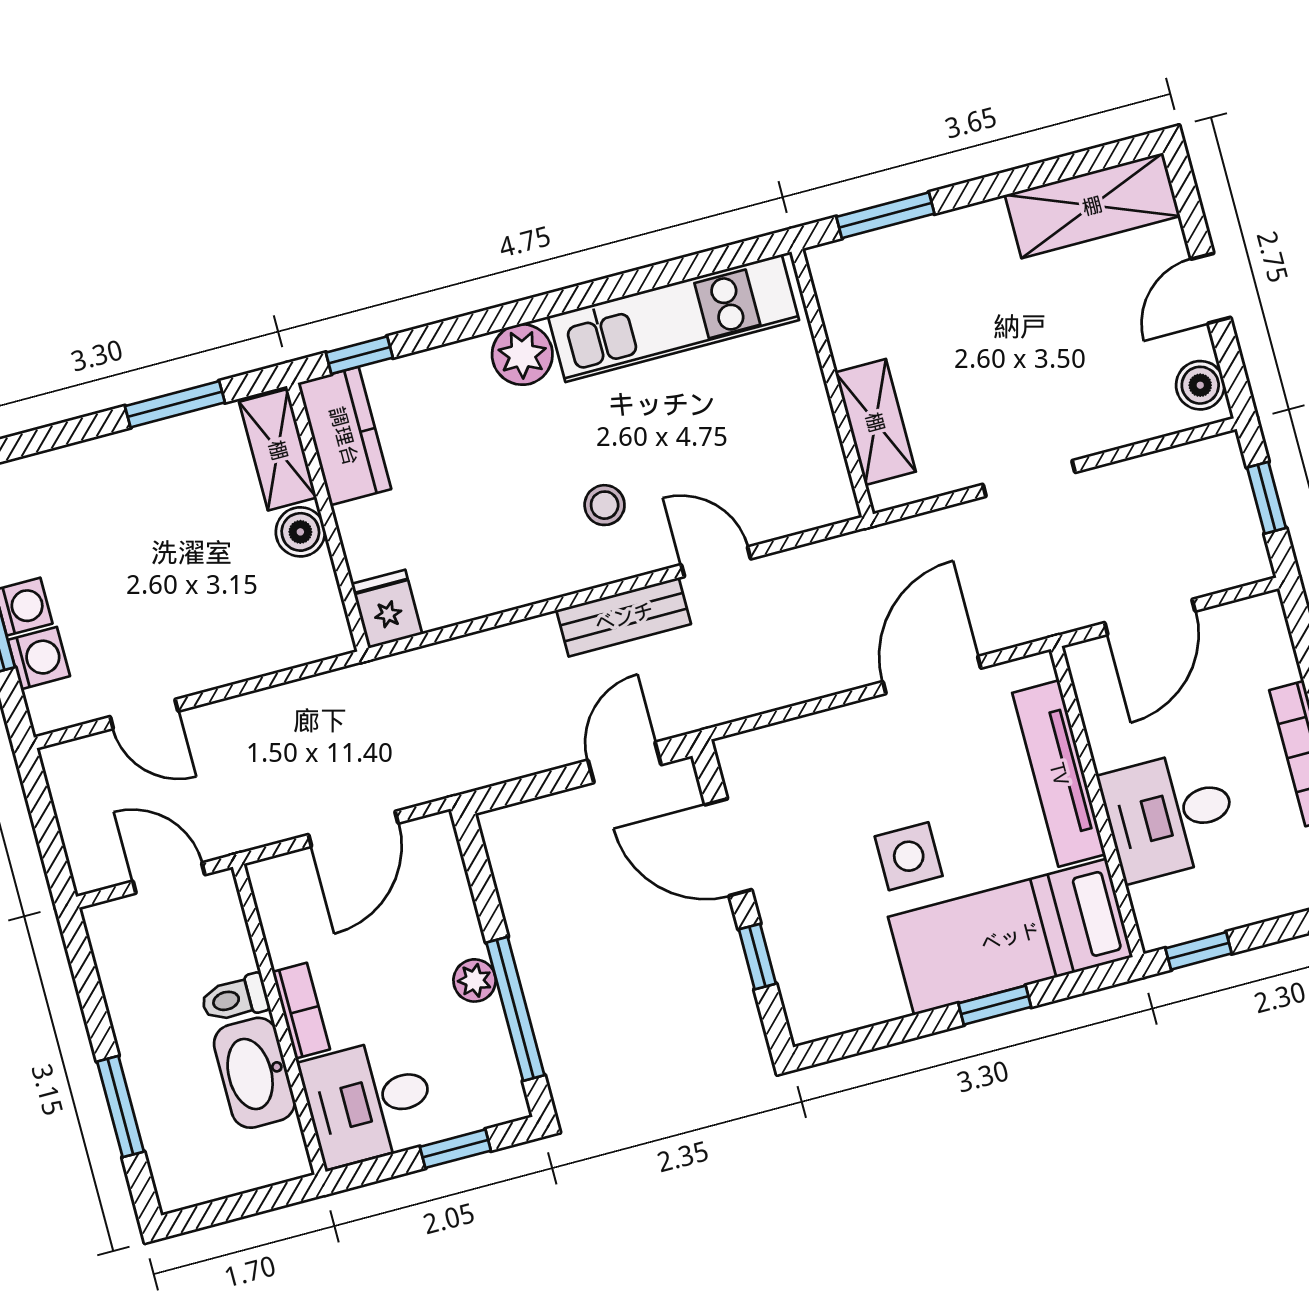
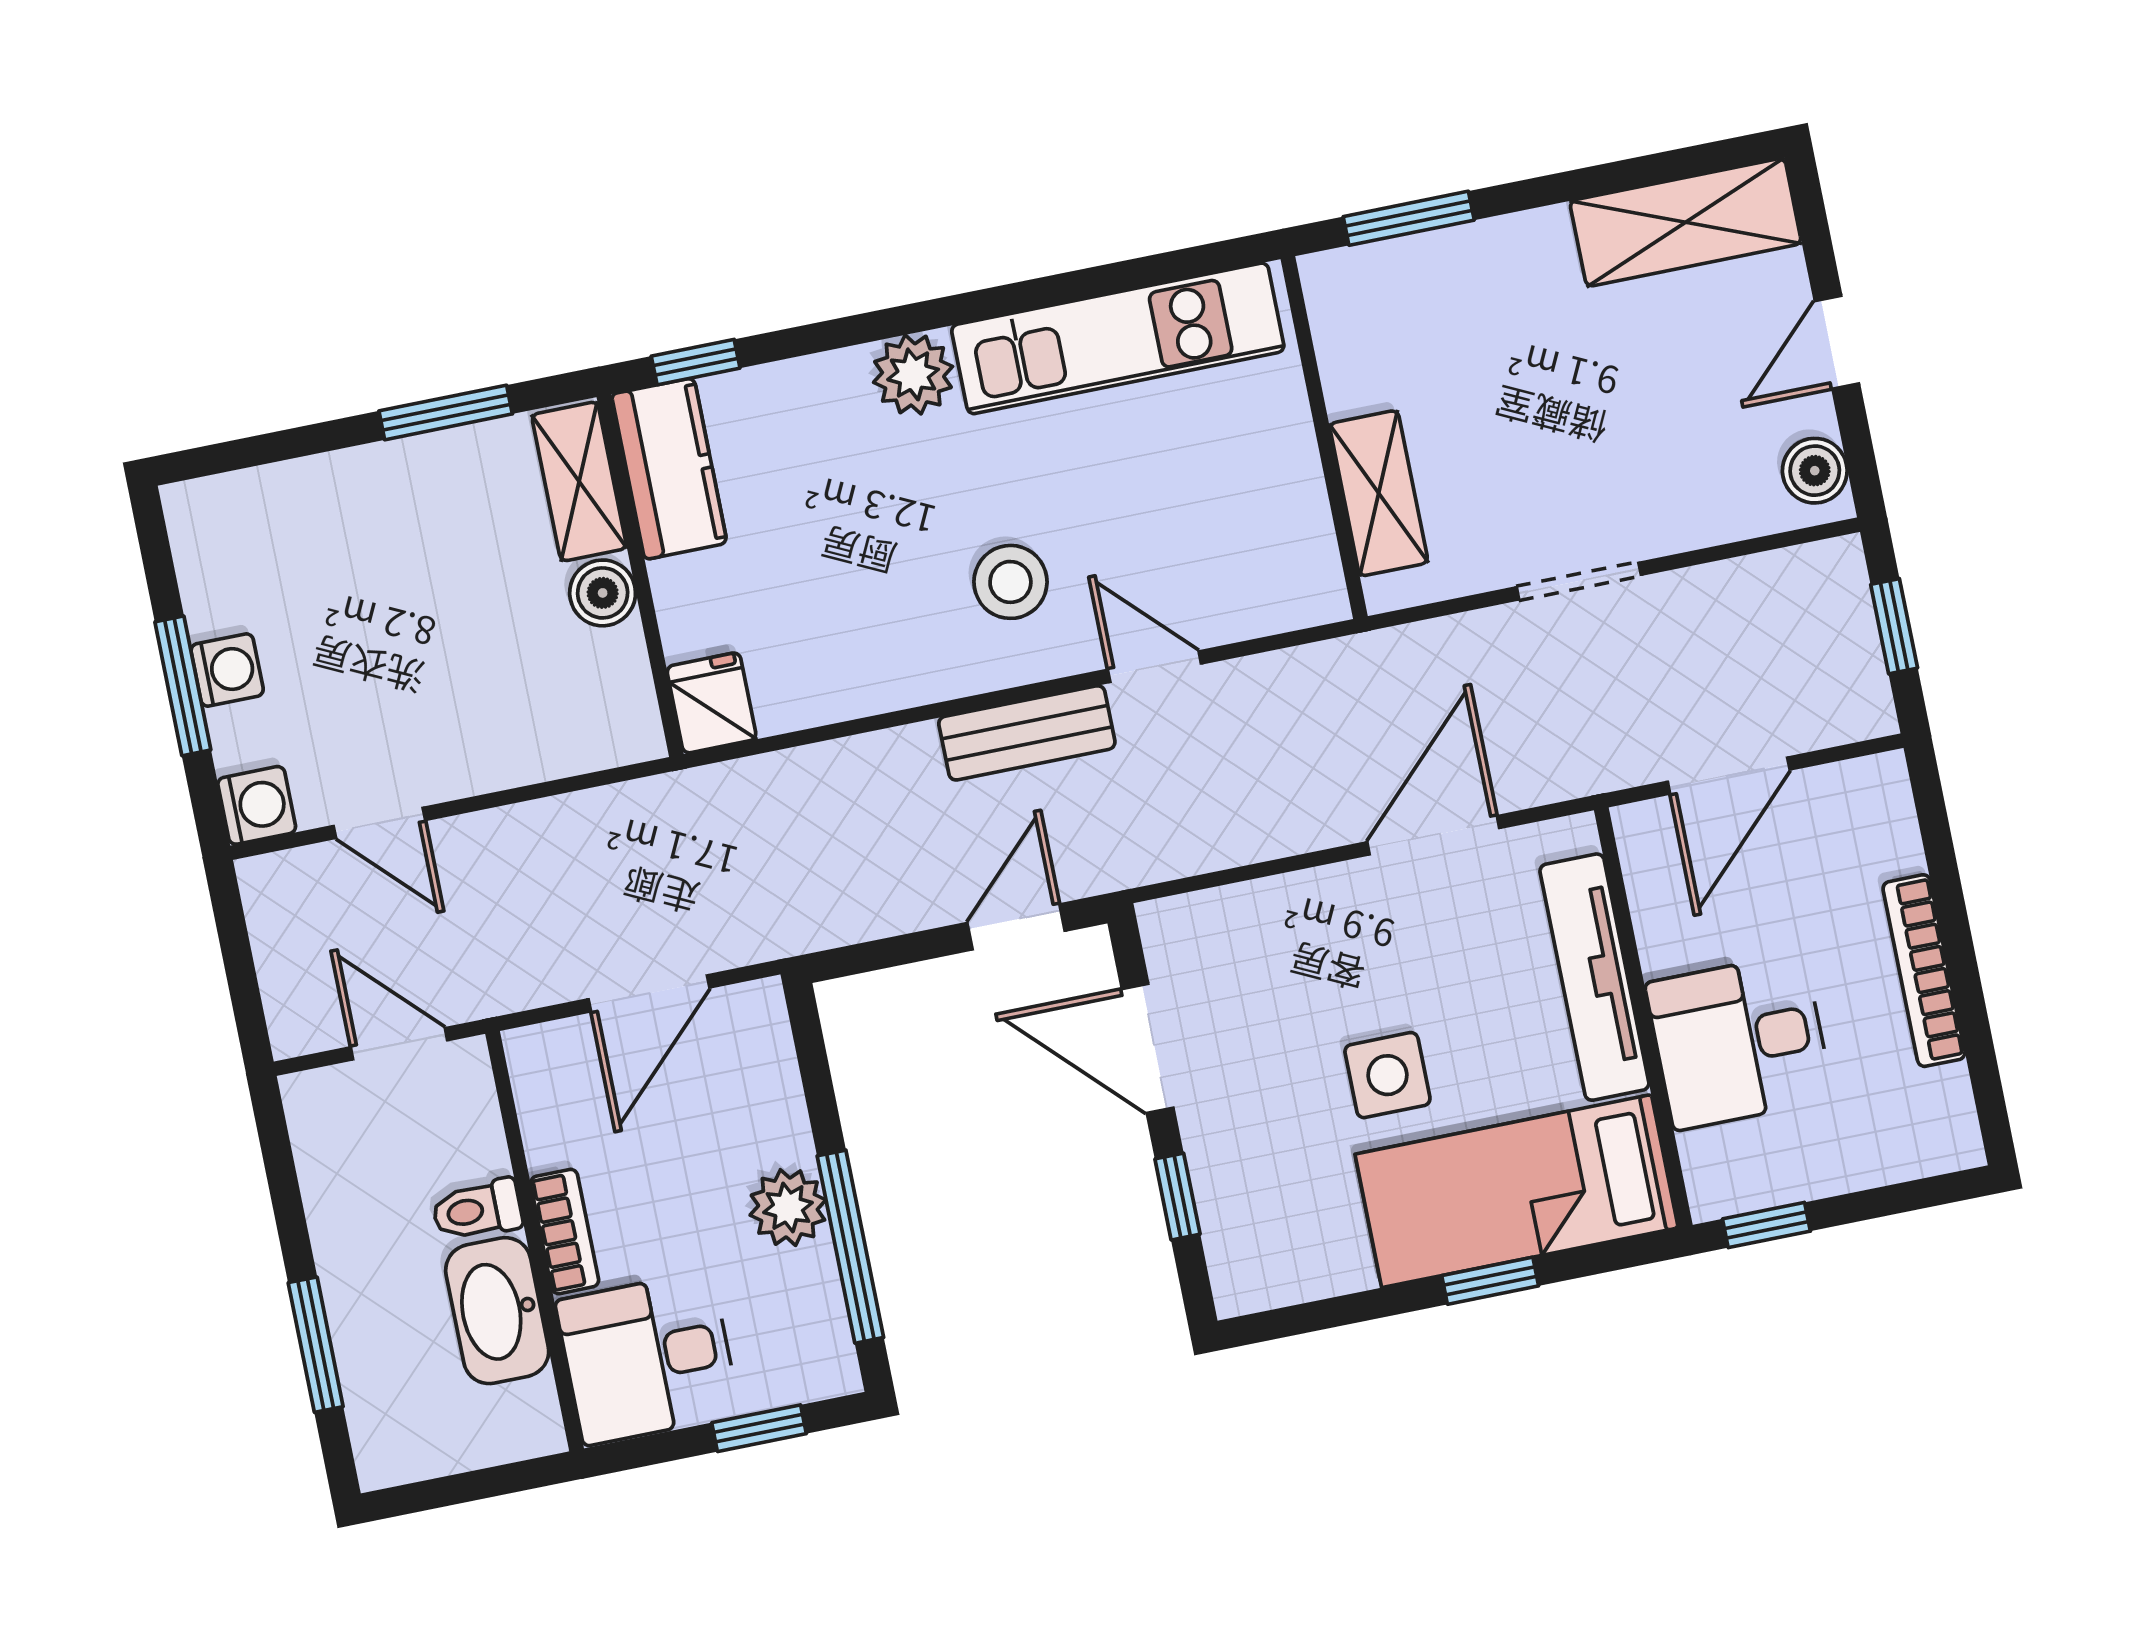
stool: (605, 505) -> (1010, 582), width x1.37, depth x1.37
washing machine: (39, 658) -> (257, 805), moved
plant: (475, 980) -> (788, 1208), width x1.38, depth x1.38

